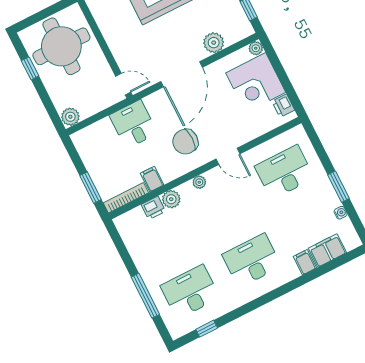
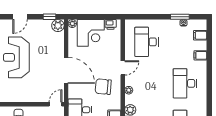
plant: (214, 43) -> (58, 26), moved
chair: (185, 142) -> (103, 87), turned 95
window: (339, 187) -> (180, 17), moved
filing cabinet: (327, 250) -> (200, 35), width x0.50

